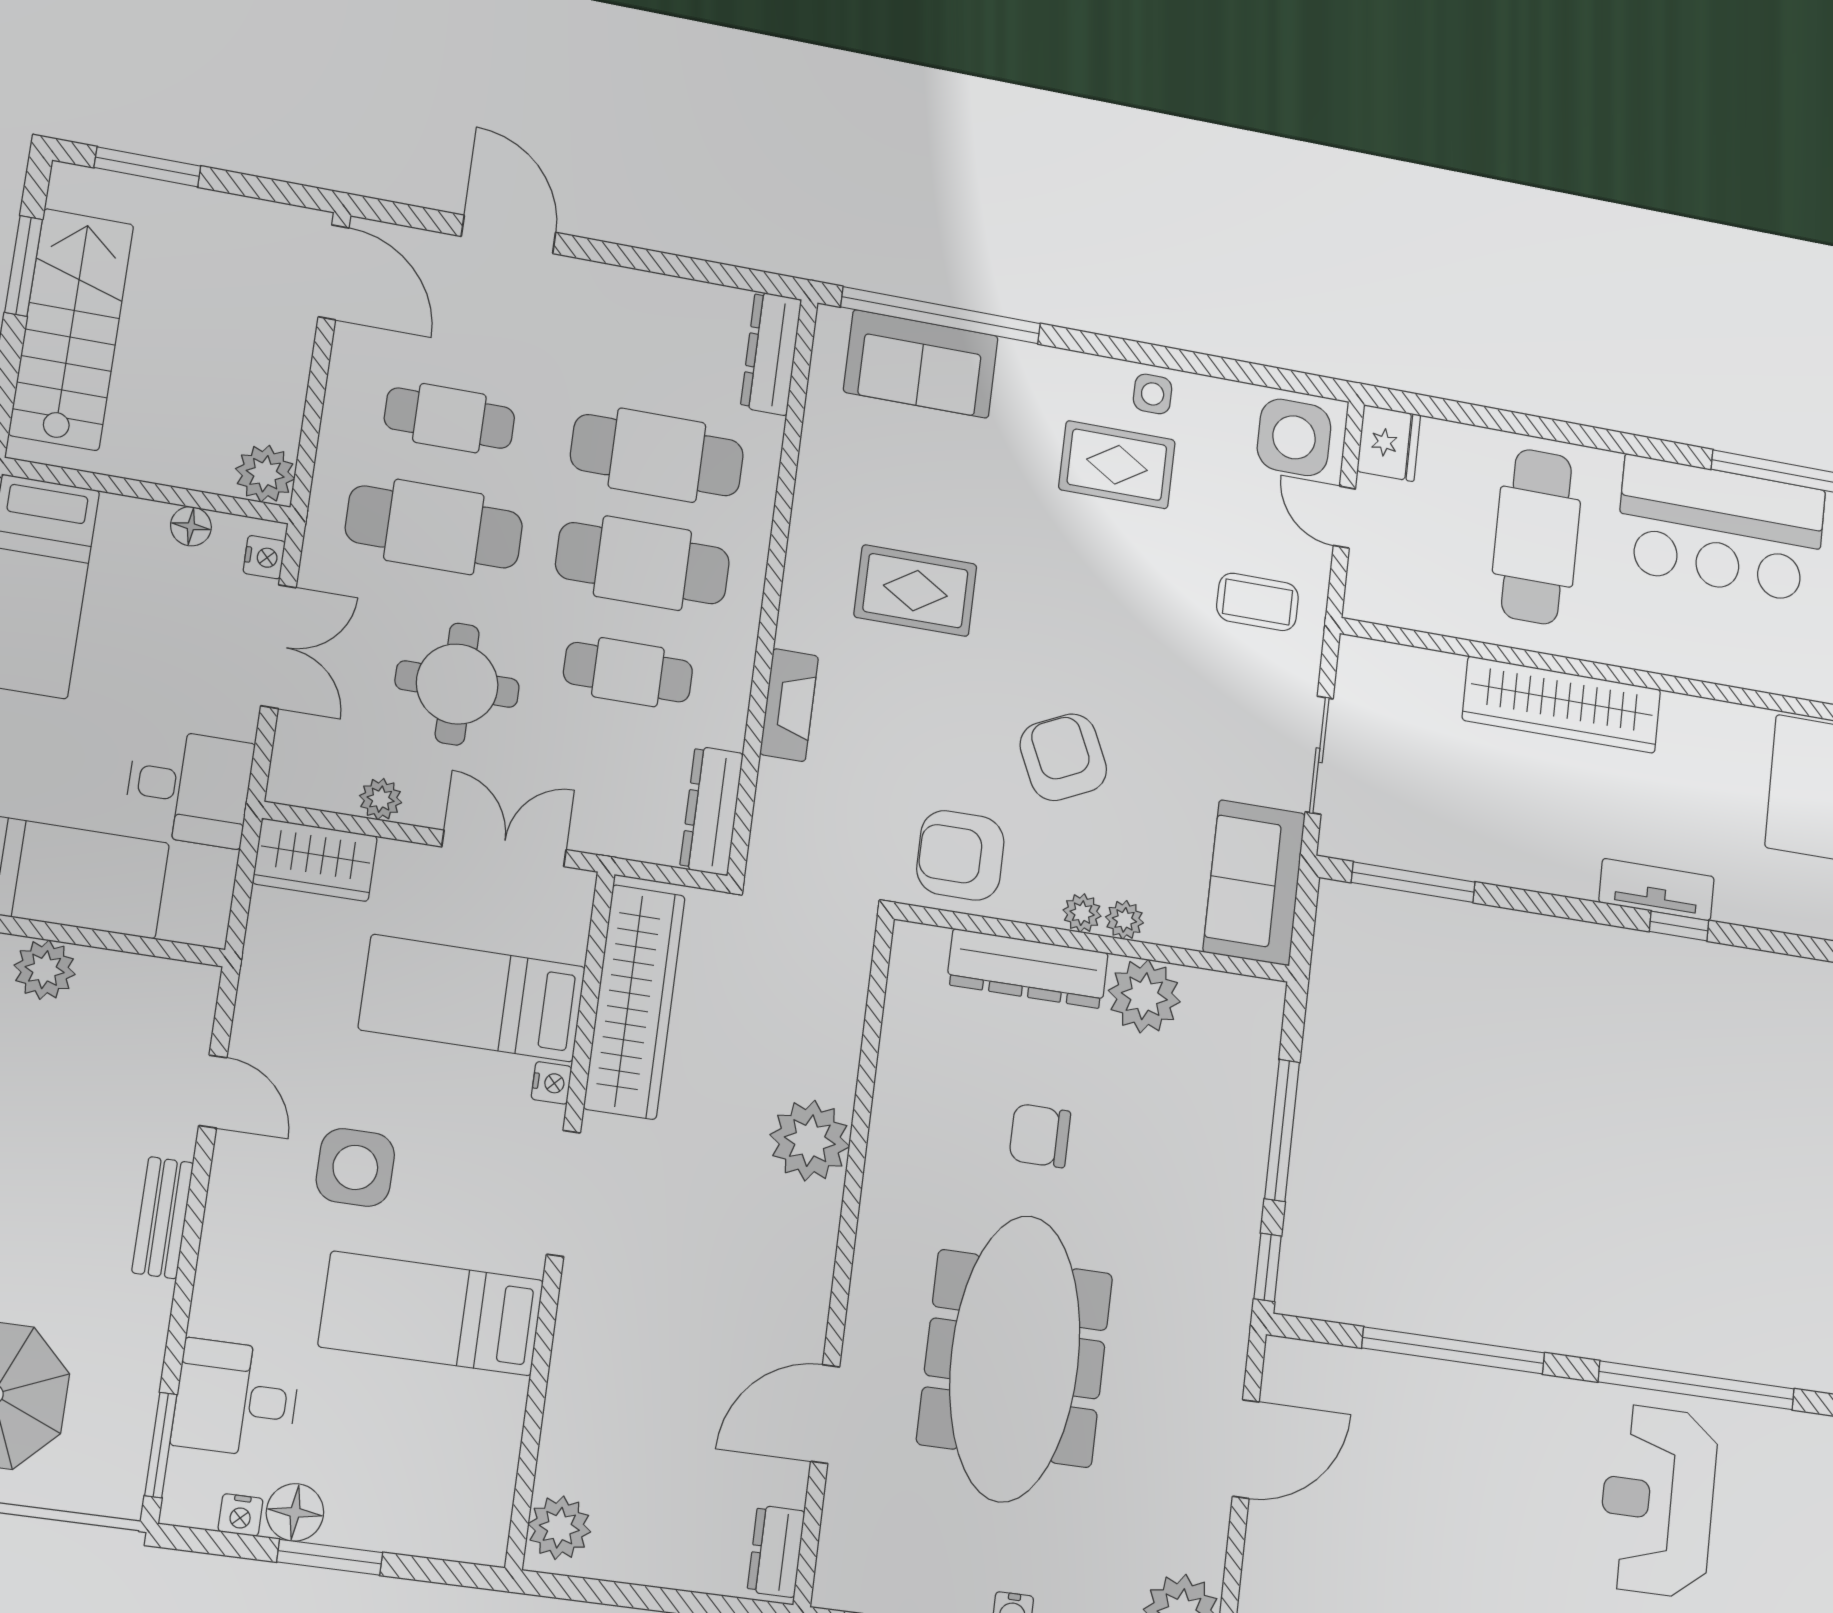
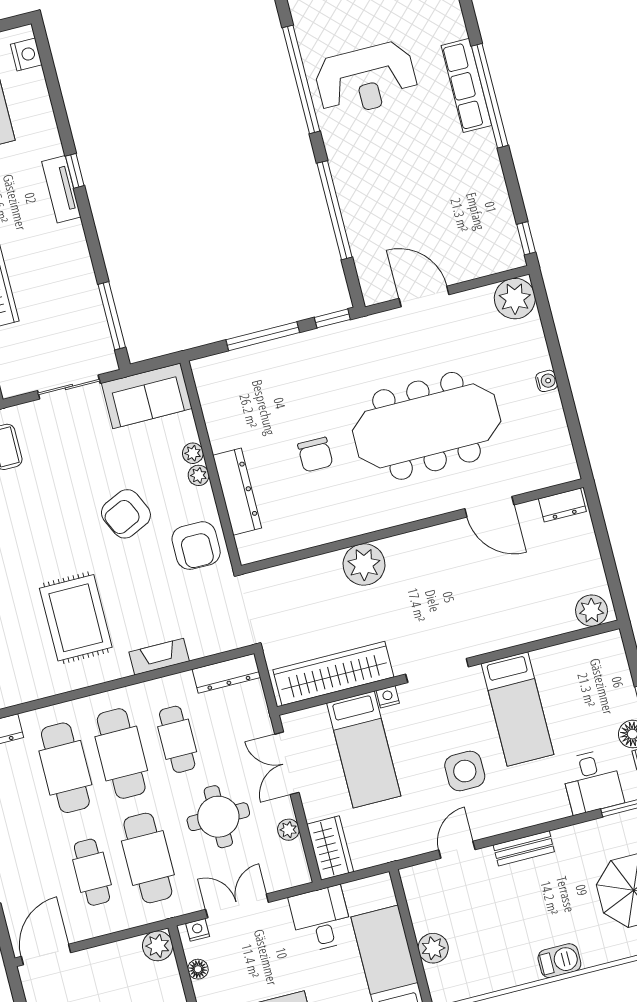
rug: (915, 591) -> (76, 618), width x1.36, depth x1.43
plant: (1144, 996) -> (226, 429), removed

